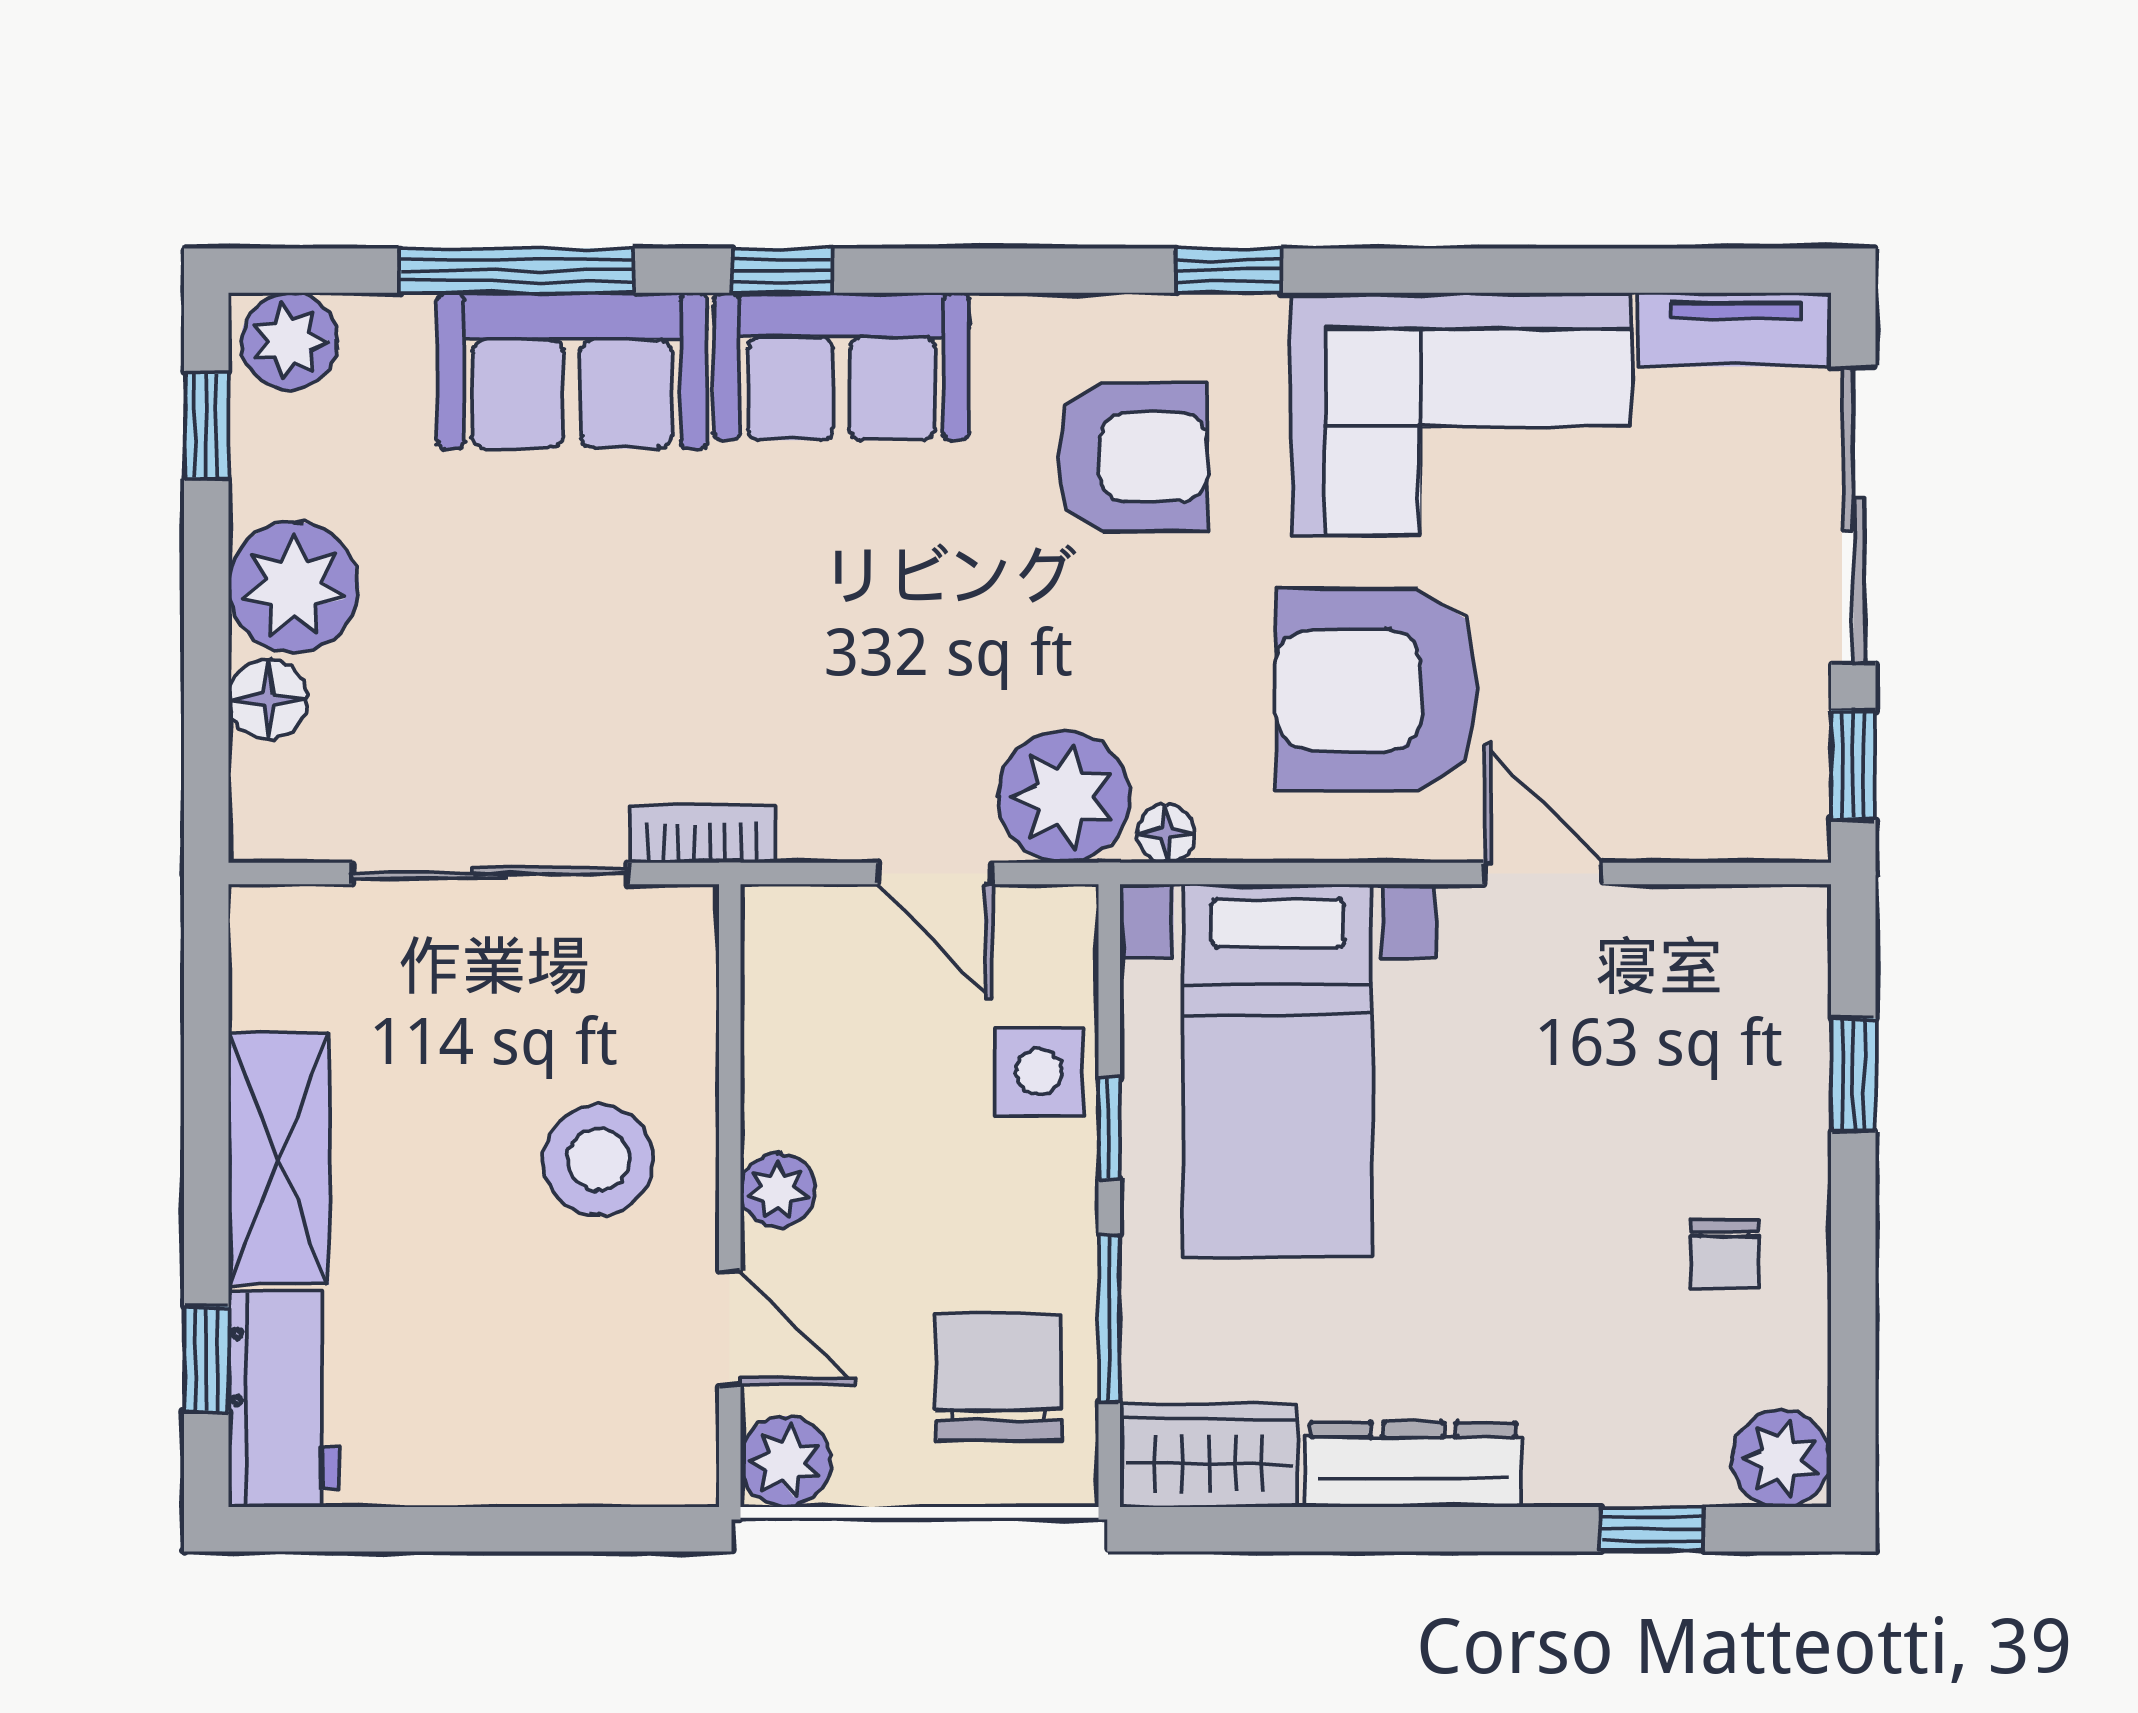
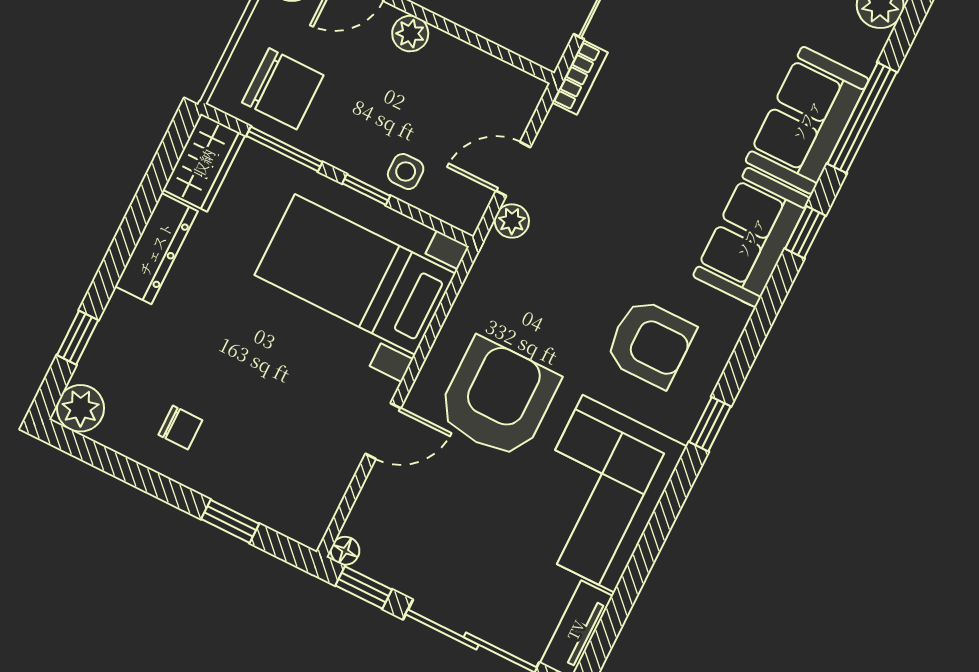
armchair: (1132, 457) -> (650, 343), turned -90
plant: (1064, 797) -> (512, 221), width x0.53, depth x0.53
floor lamp: (1166, 833) -> (345, 551), moved
side table: (1039, 1071) -> (406, 172), width x0.73, depth x0.73
chair: (1724, 1254) -> (180, 427), turned 180

